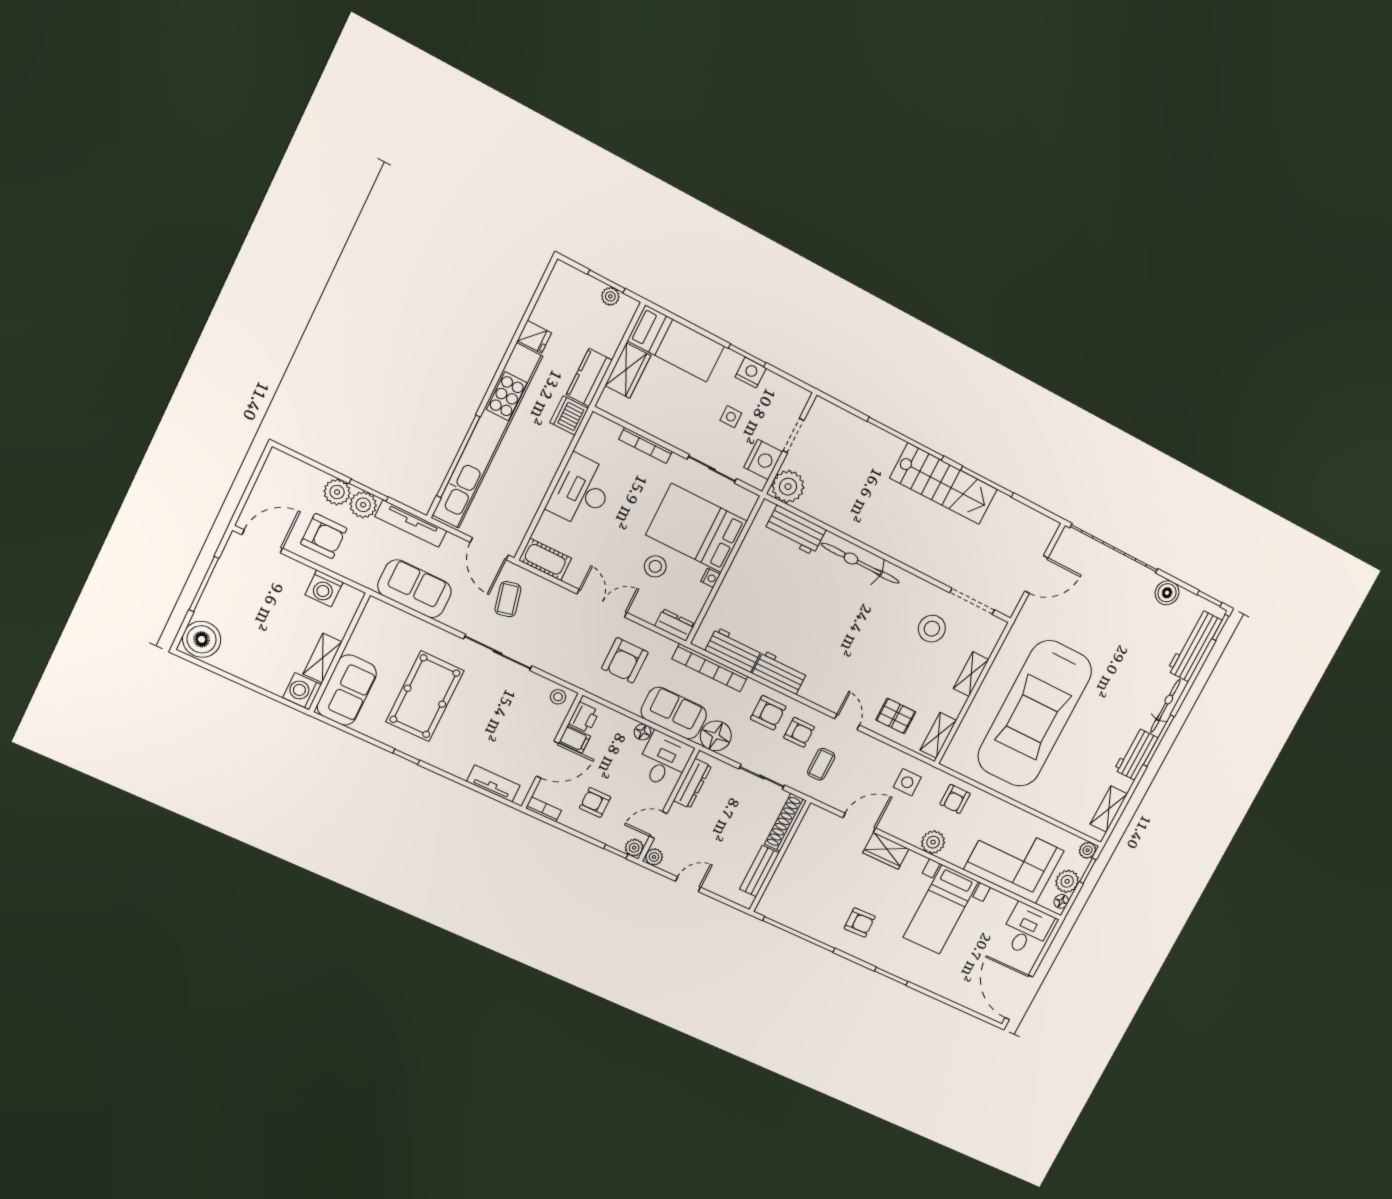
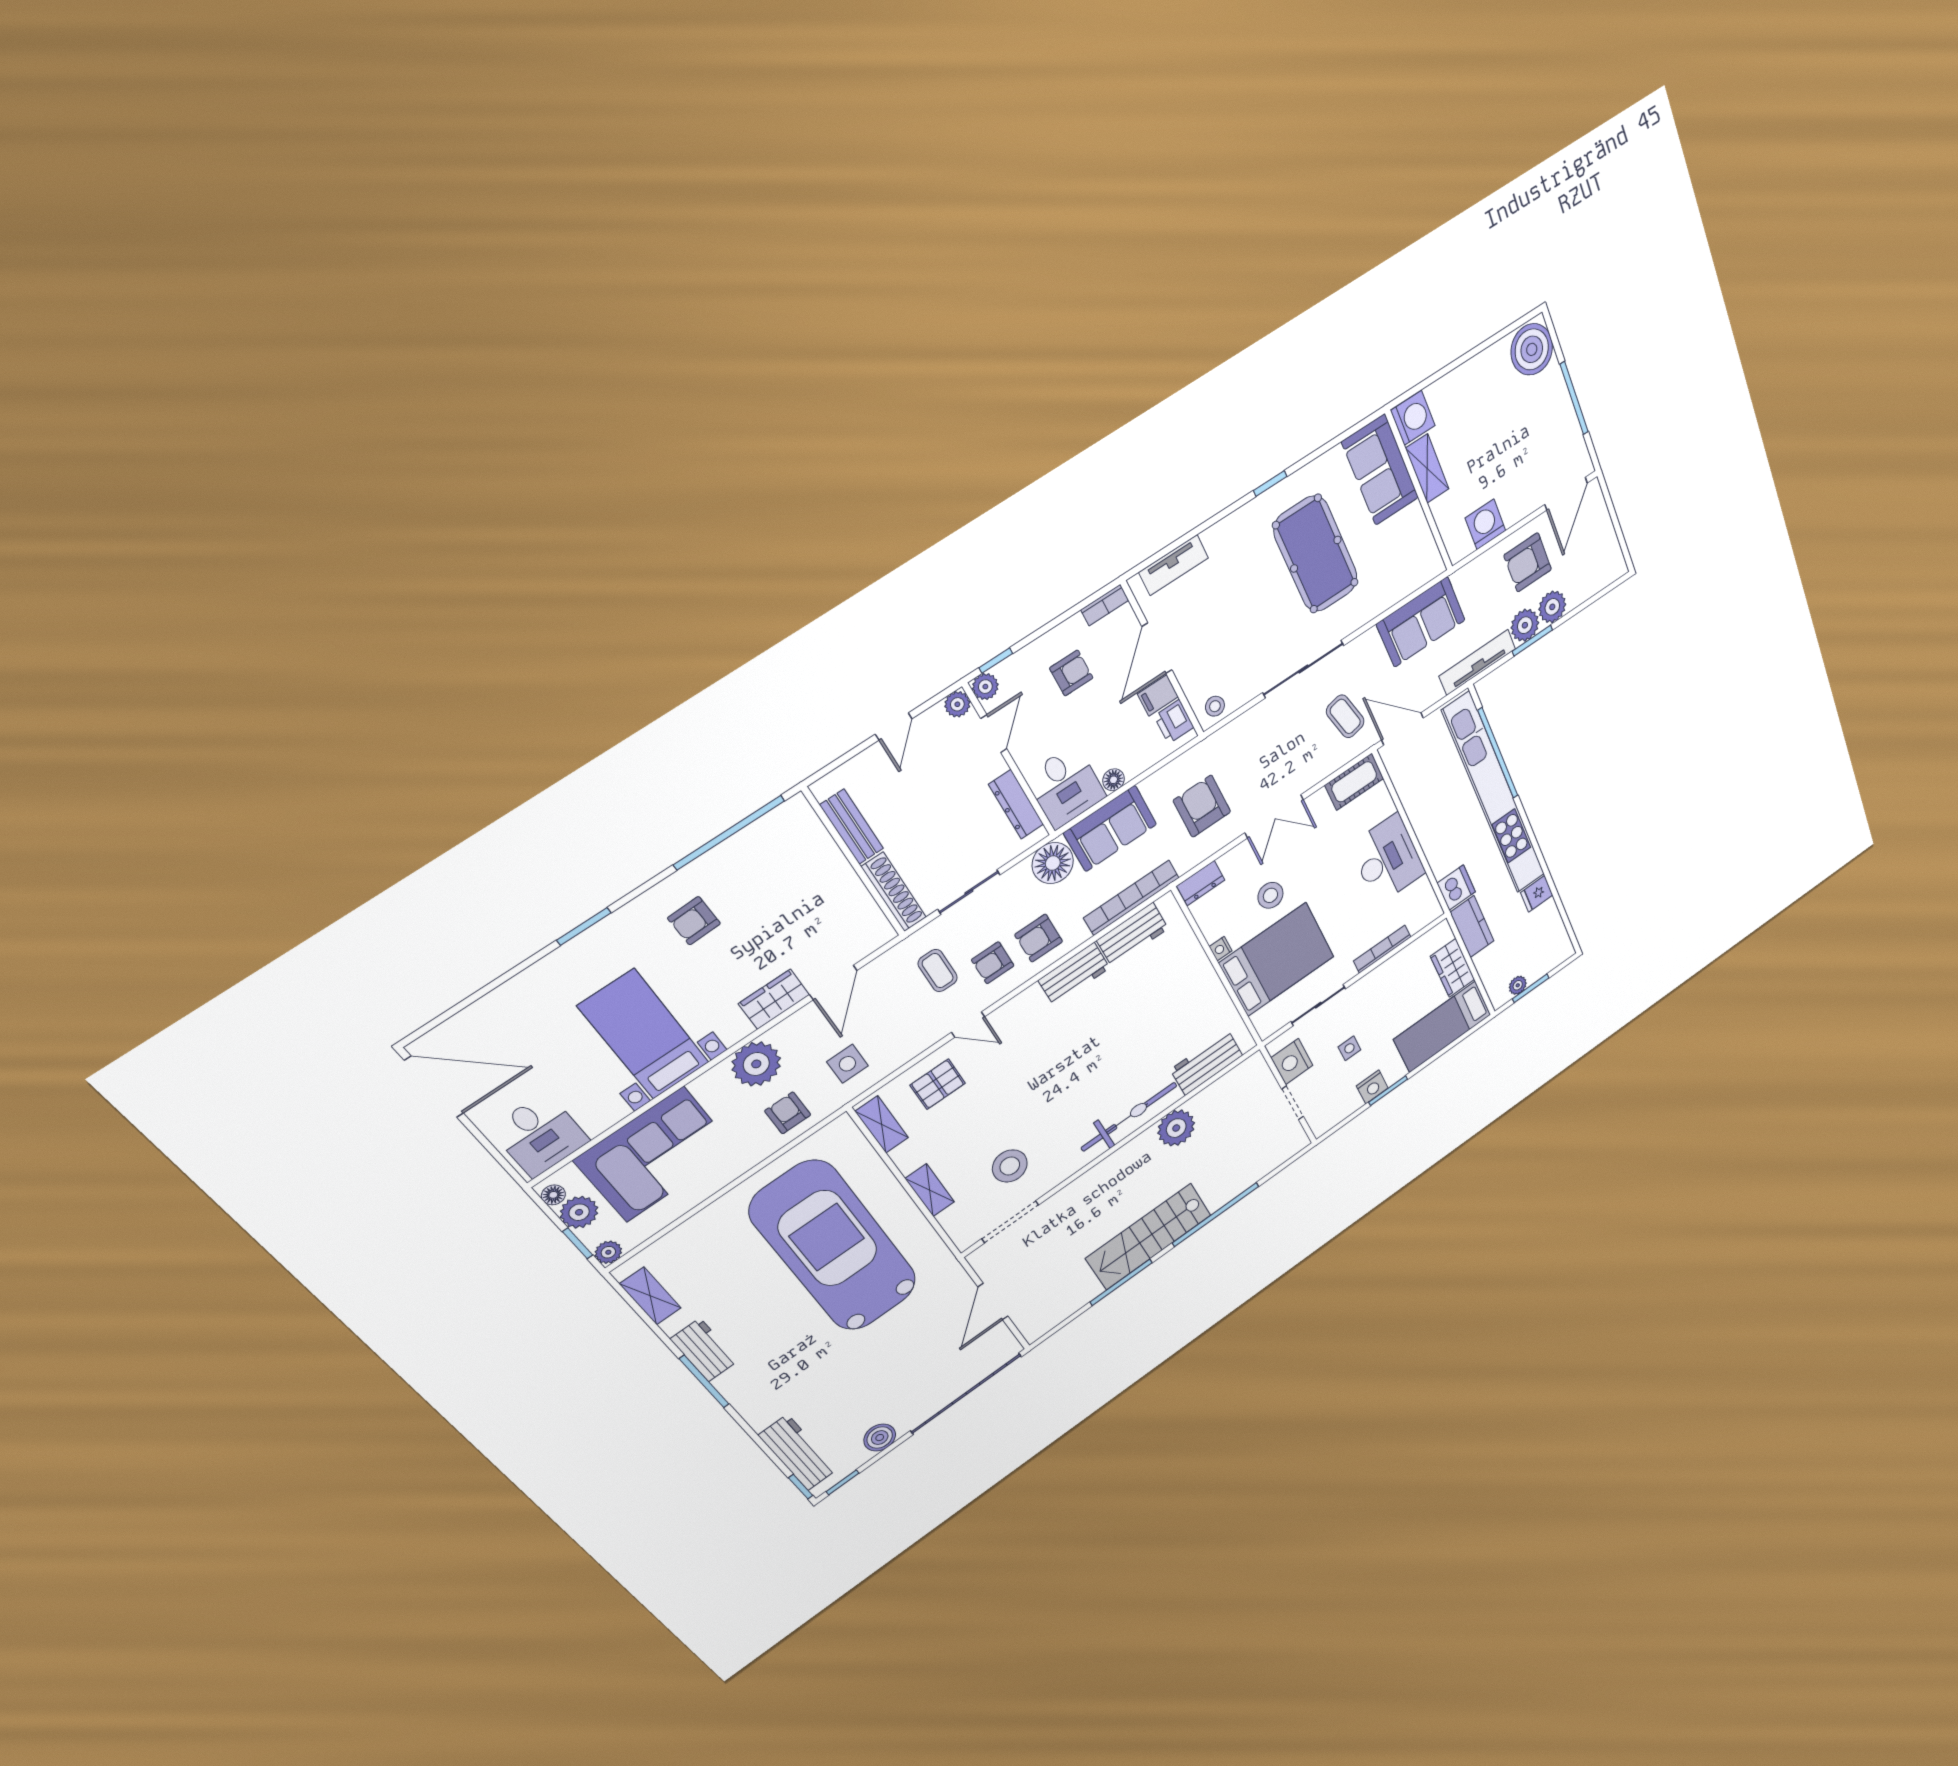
plant: (788, 487) -> (1176, 1128), moved
bicycle: (1165, 706) -> (744, 1401), removed
plant: (933, 842) -> (756, 1064), width x1.36, depth x1.36

